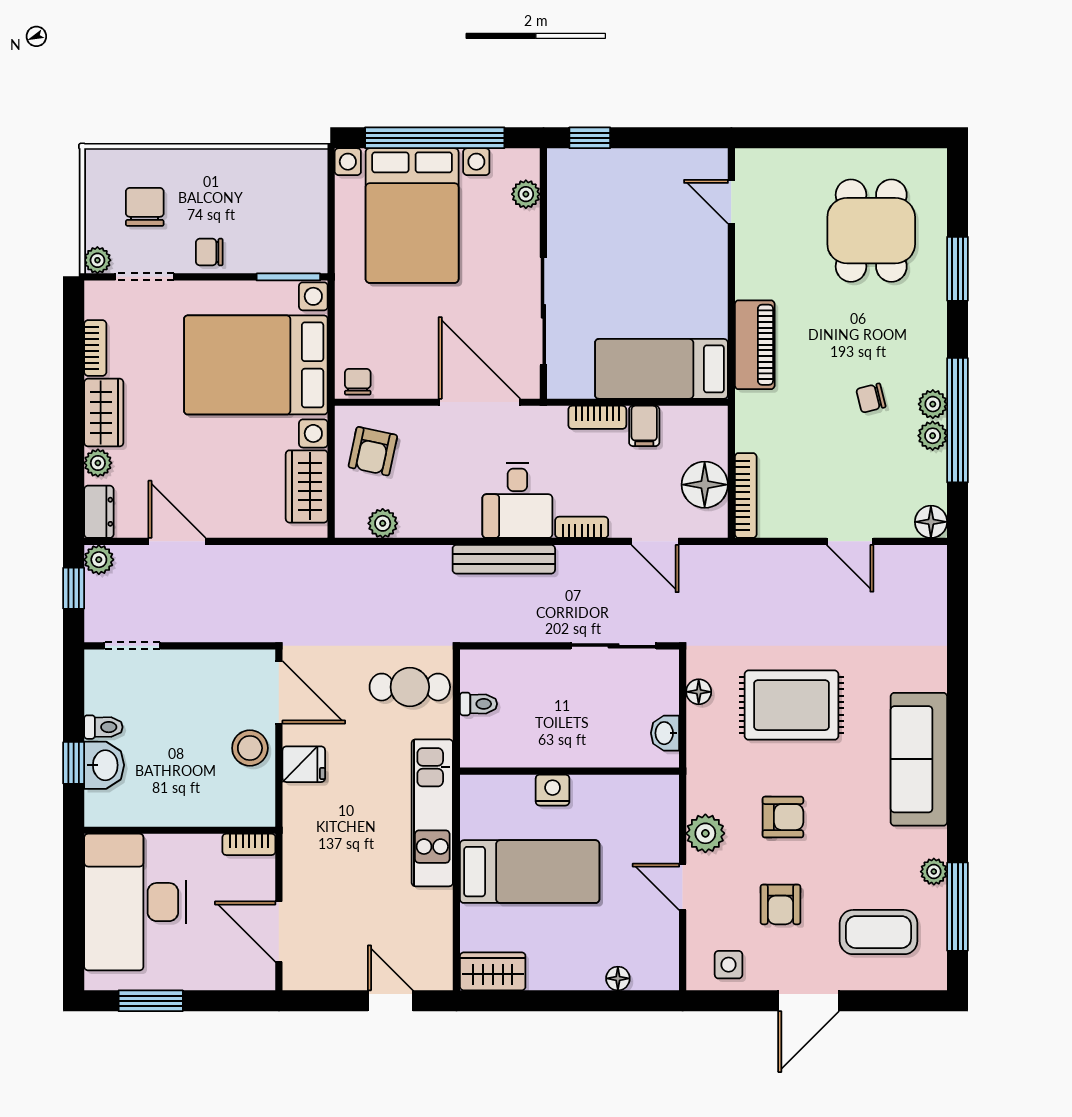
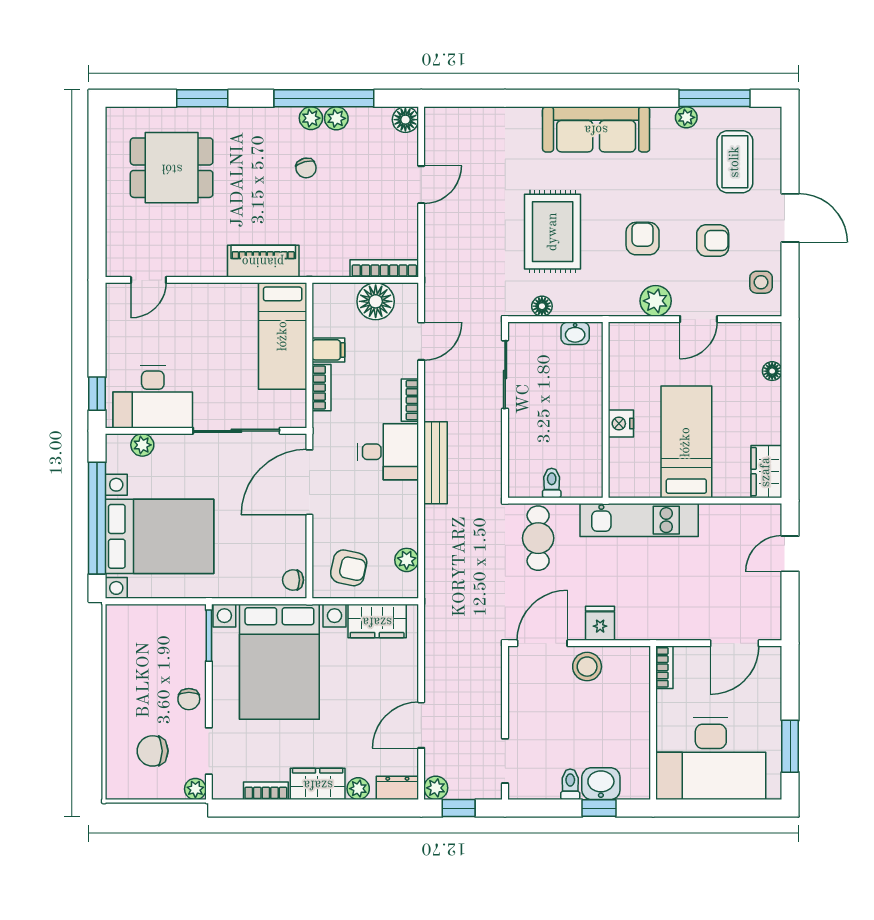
desk: (586, 207) -> (153, 397), added

